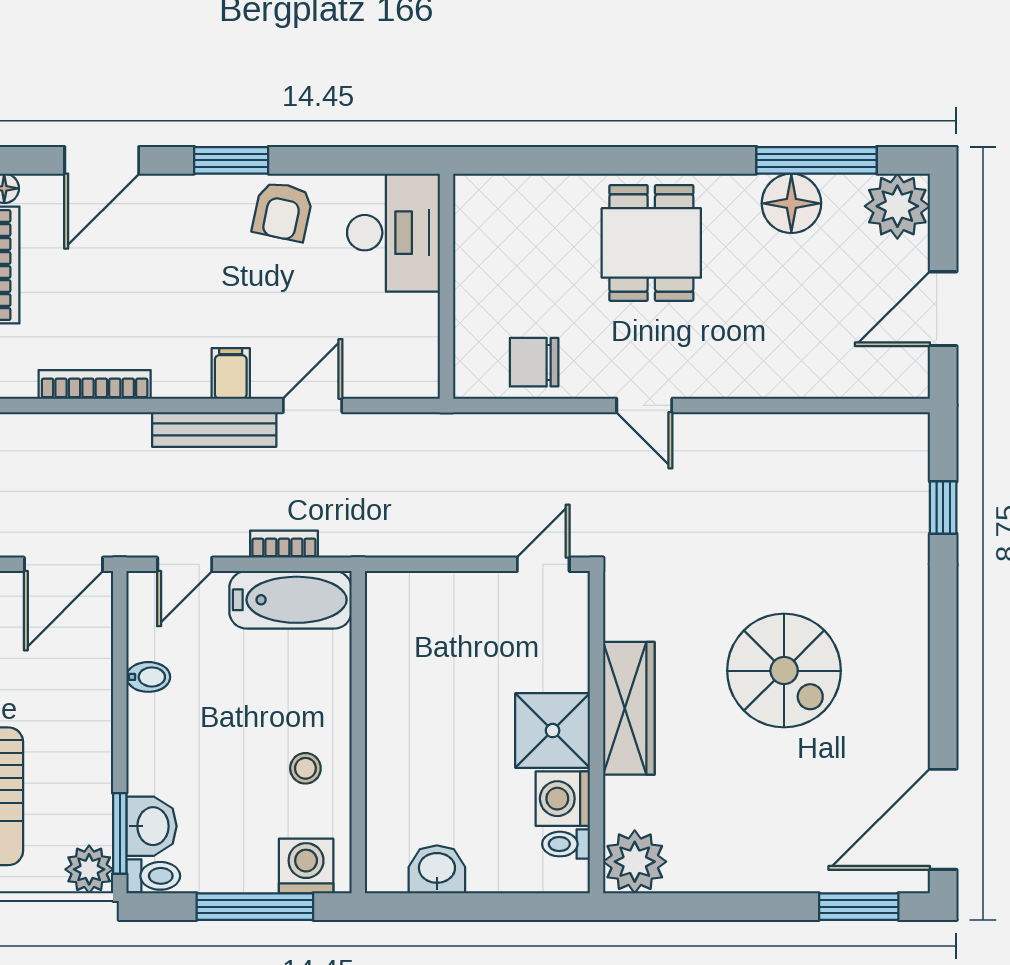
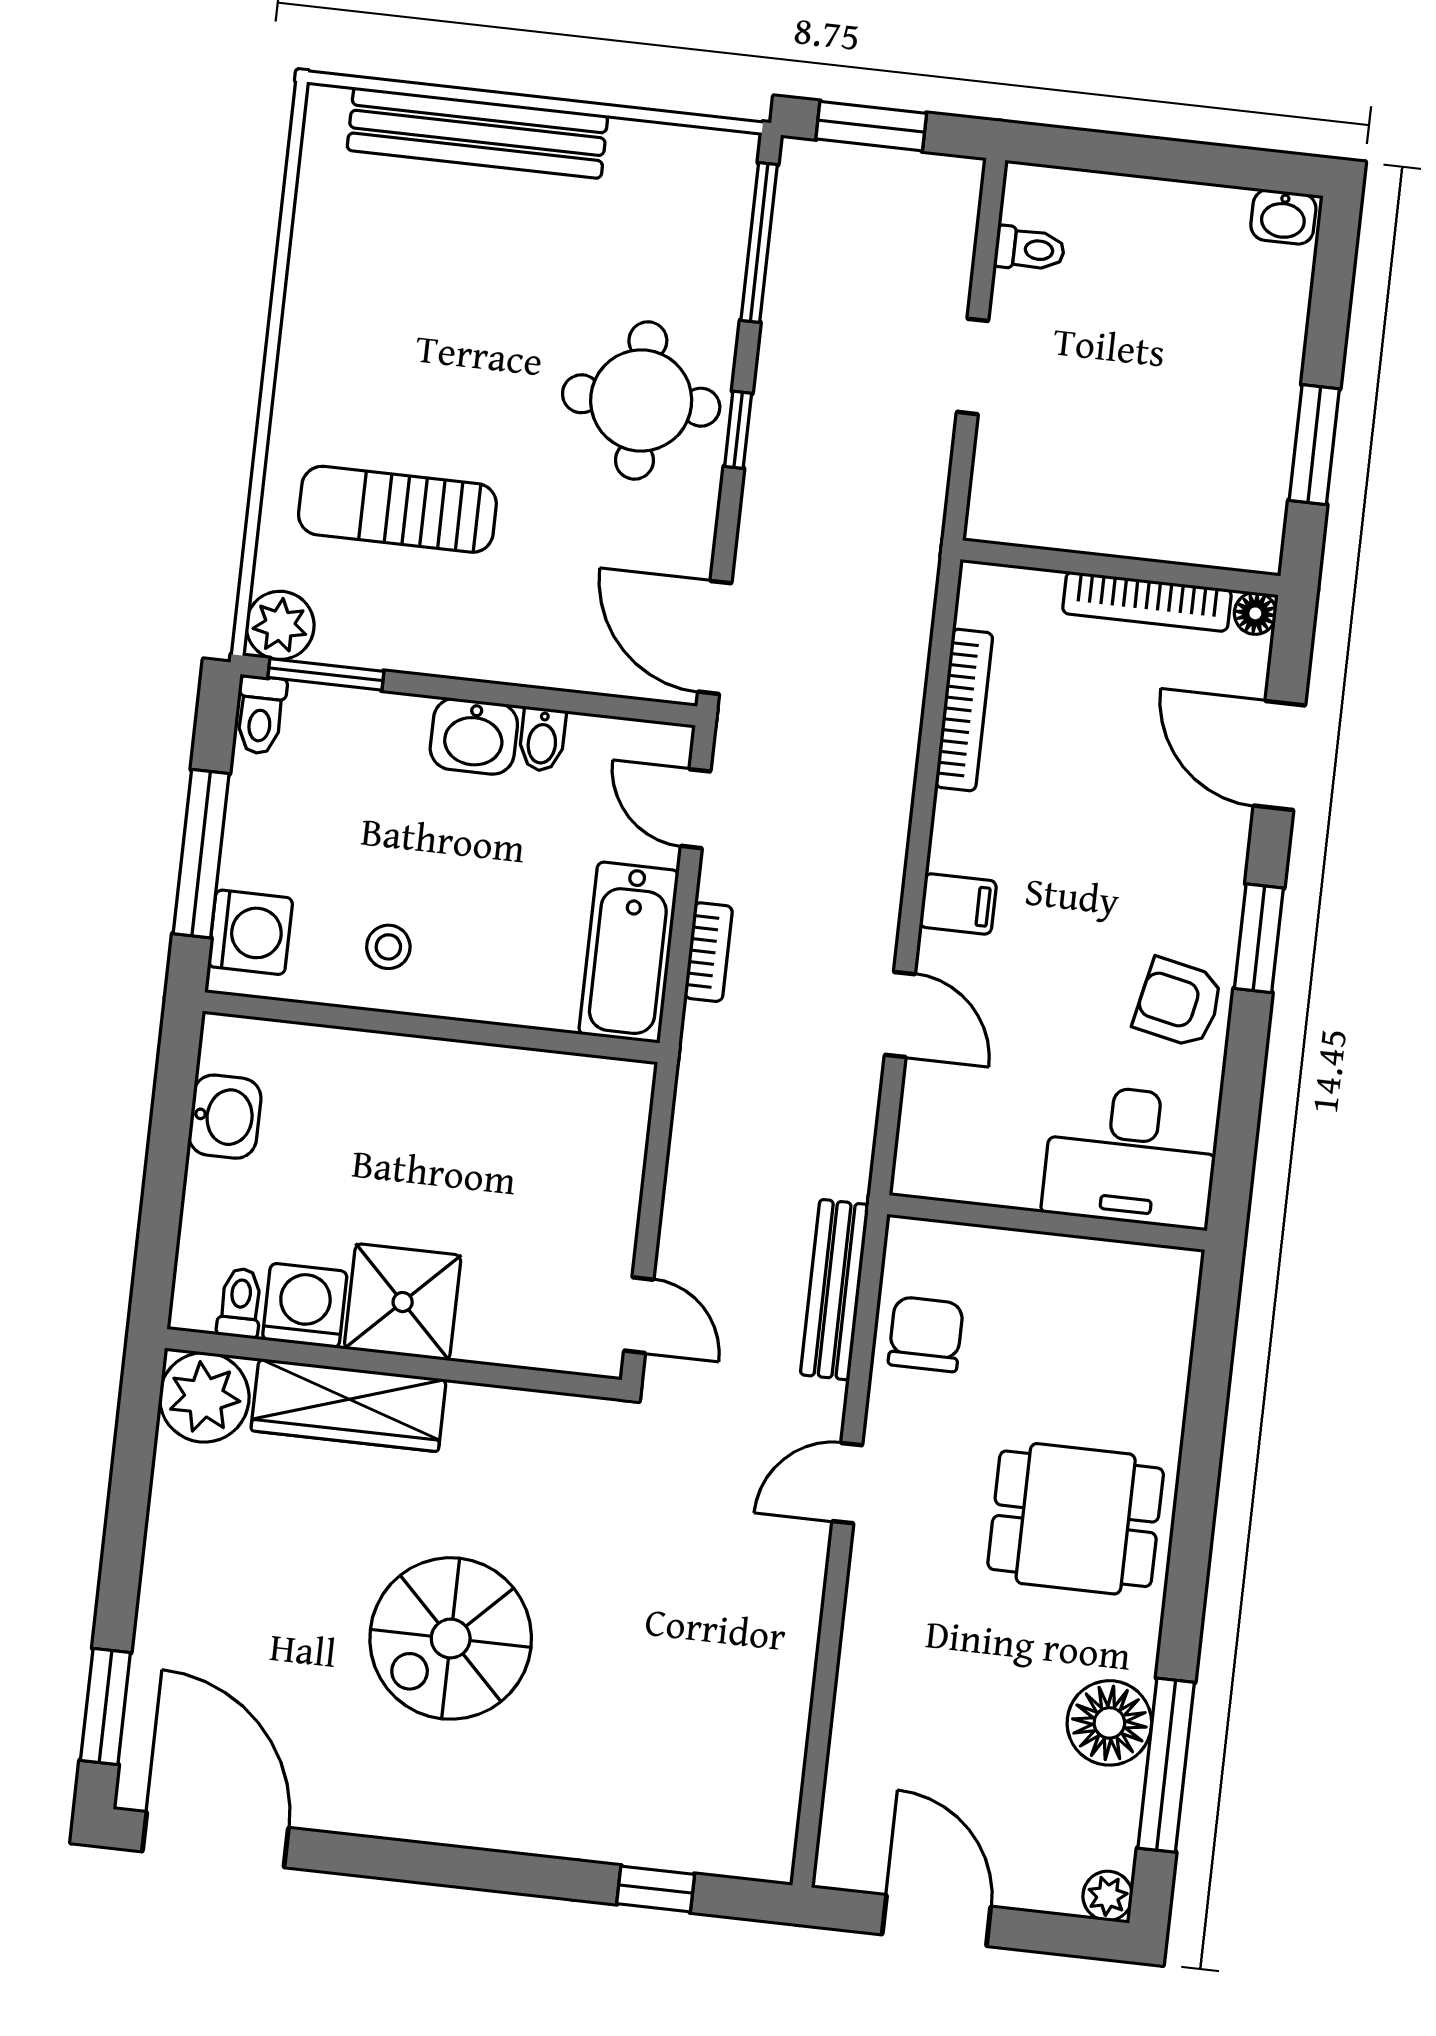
plant: (897, 206) -> (1108, 1896), width x0.53, depth x0.53
bench: (214, 429) -> (835, 1290), moved
wardrobe: (629, 708) -> (349, 1405), moved
washbasin: (151, 826) -> (474, 736), moved

